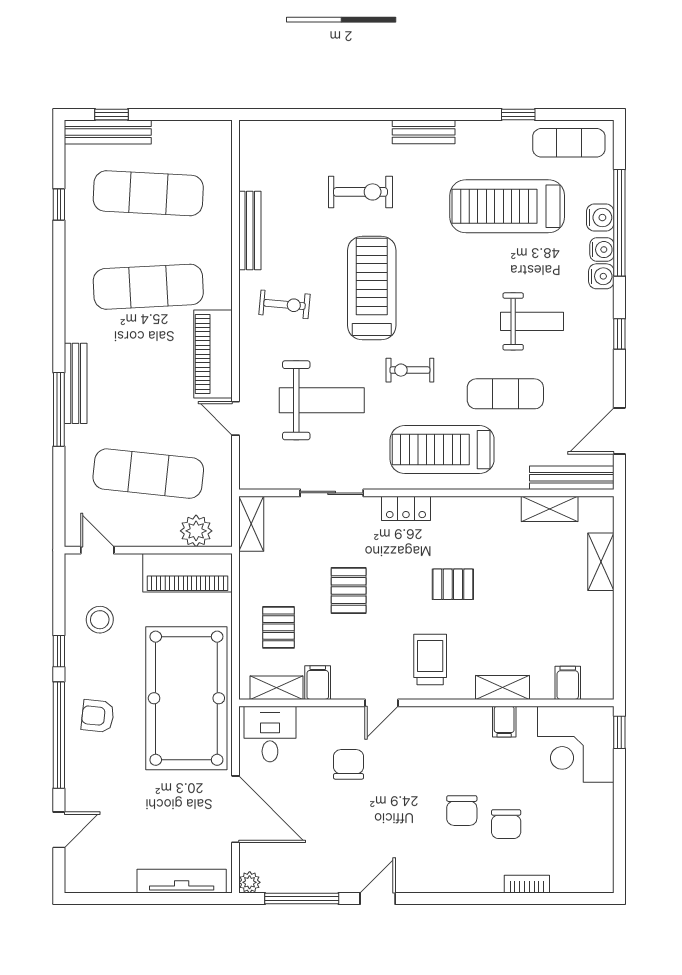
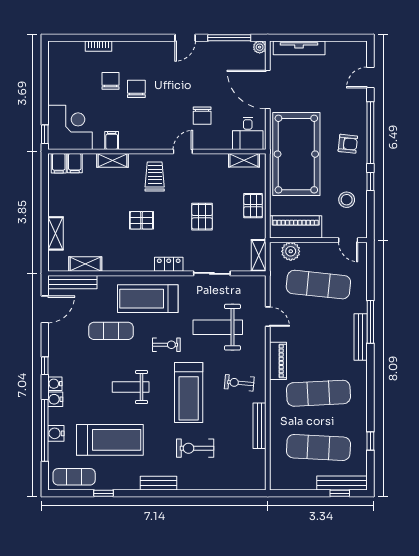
water cooler: (602, 250) -> (55, 384), moved
weight bench: (532, 321) -> (131, 387), moved
piano: (213, 354) -> (278, 361), width x0.73, depth x0.75
treadmill: (442, 450) -> (148, 299), turned 180
pallet: (279, 627) -> (253, 206), moved
trolley: (430, 660) -> (155, 177), turned 180
filing cabinet: (318, 683) -> (59, 163), moved

